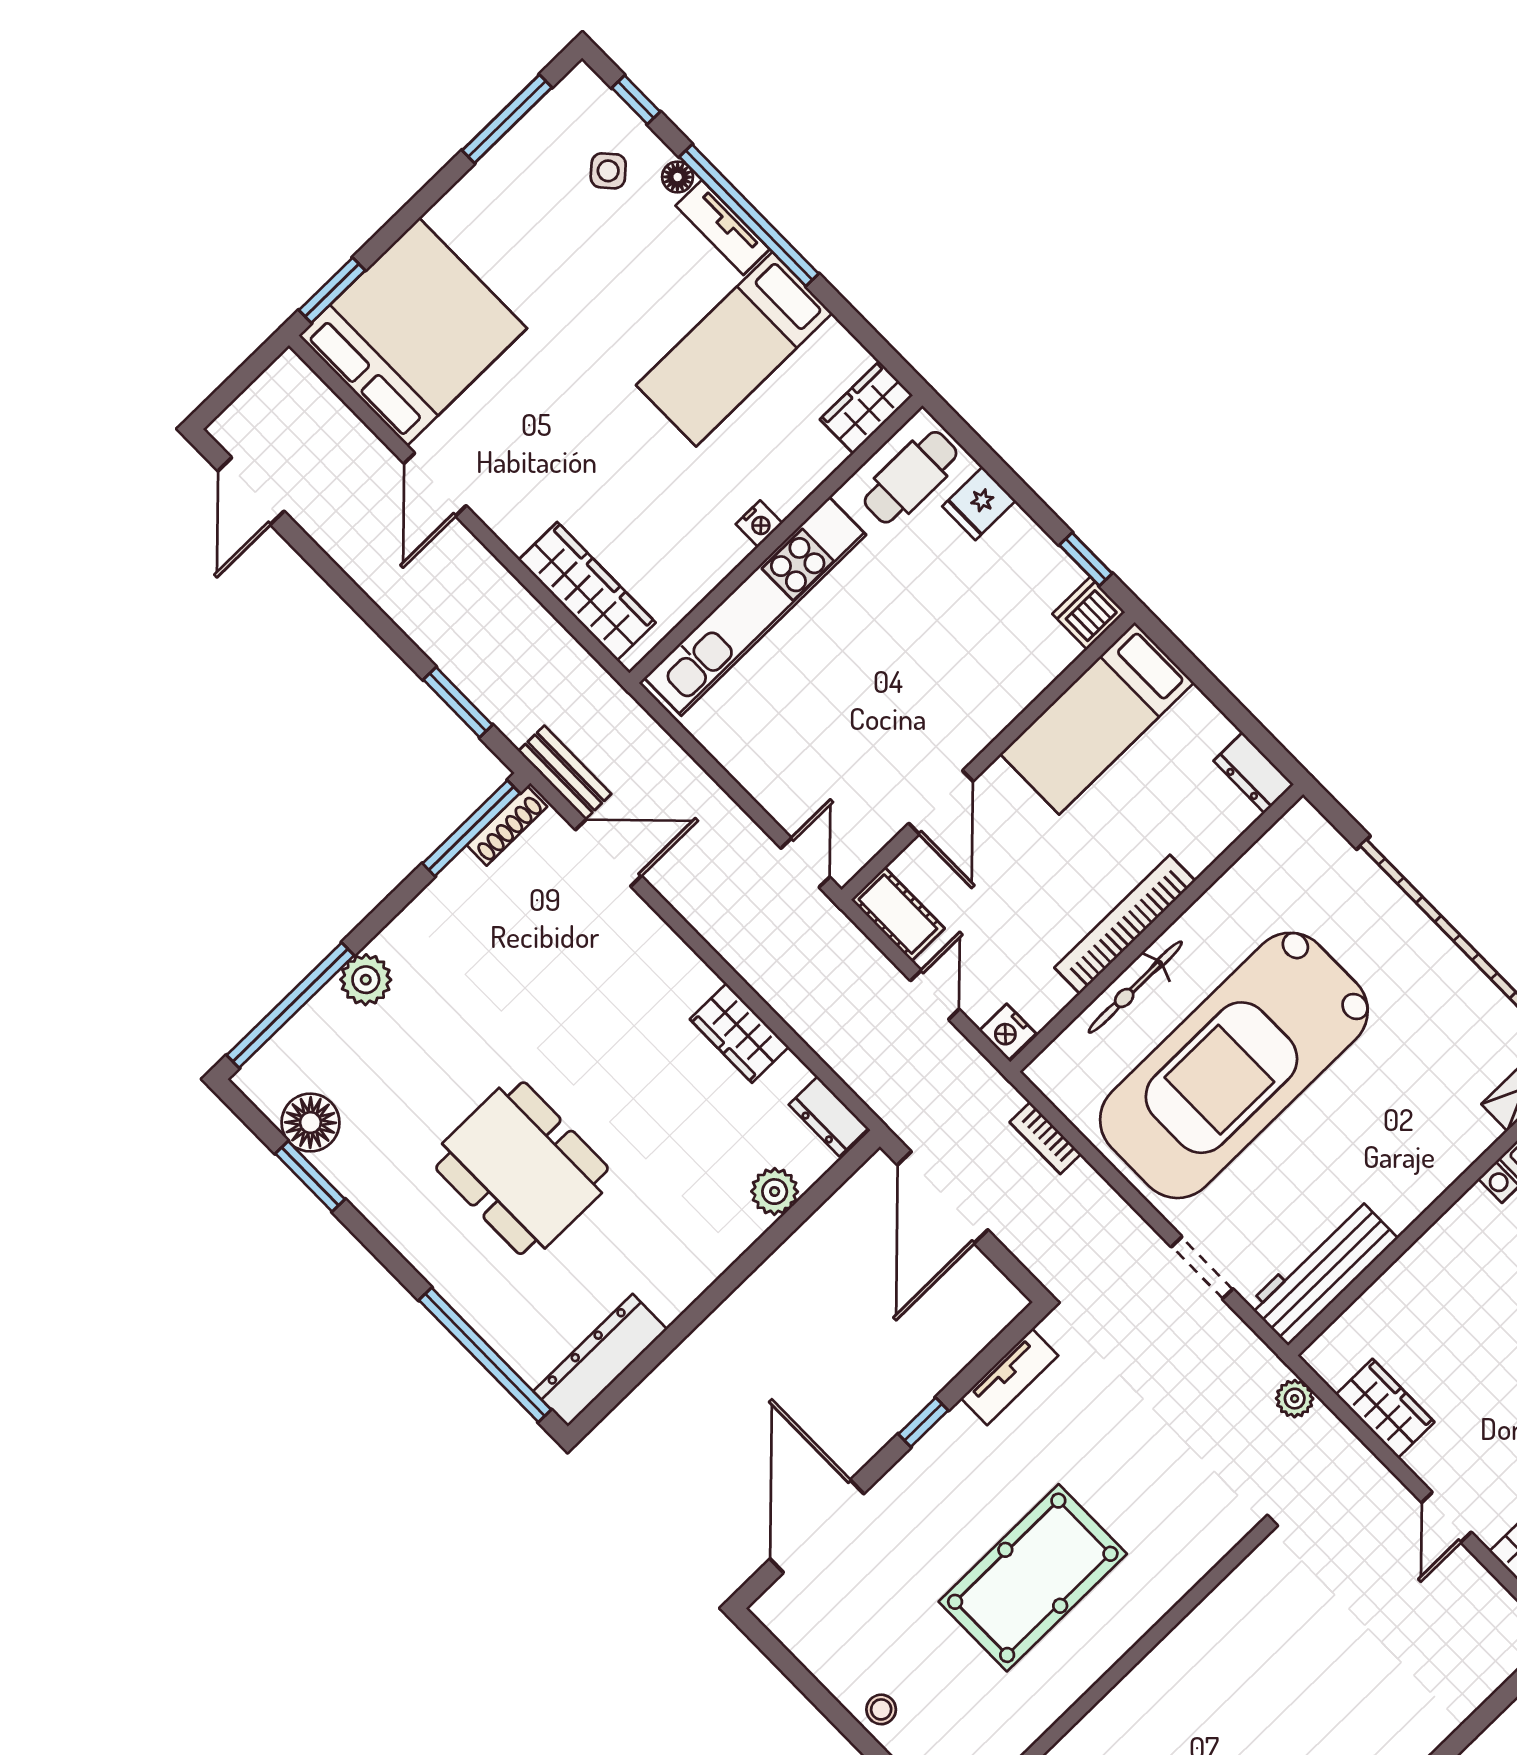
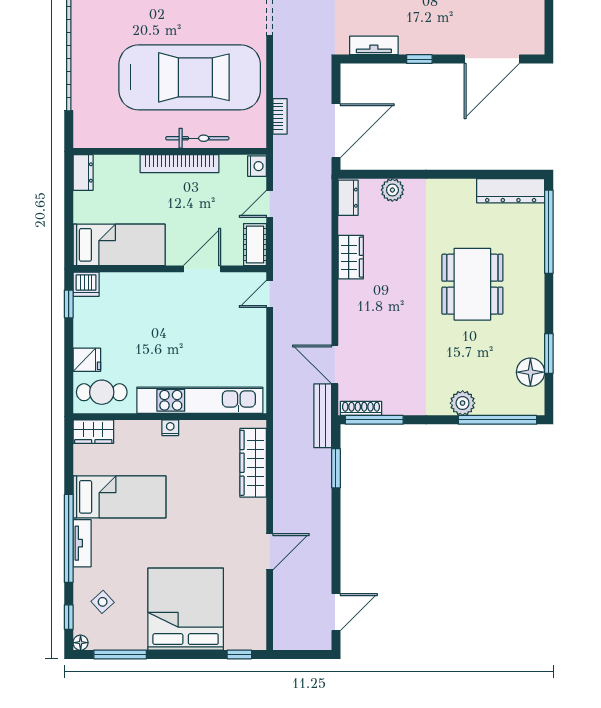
floor lamp: (678, 177) -> (81, 643), moved
window: (332, 290) -> (239, 654), width x0.67
bed: (413, 332) -> (186, 609), moved, turned 90
bench: (565, 772) -> (323, 416), width x1.36

